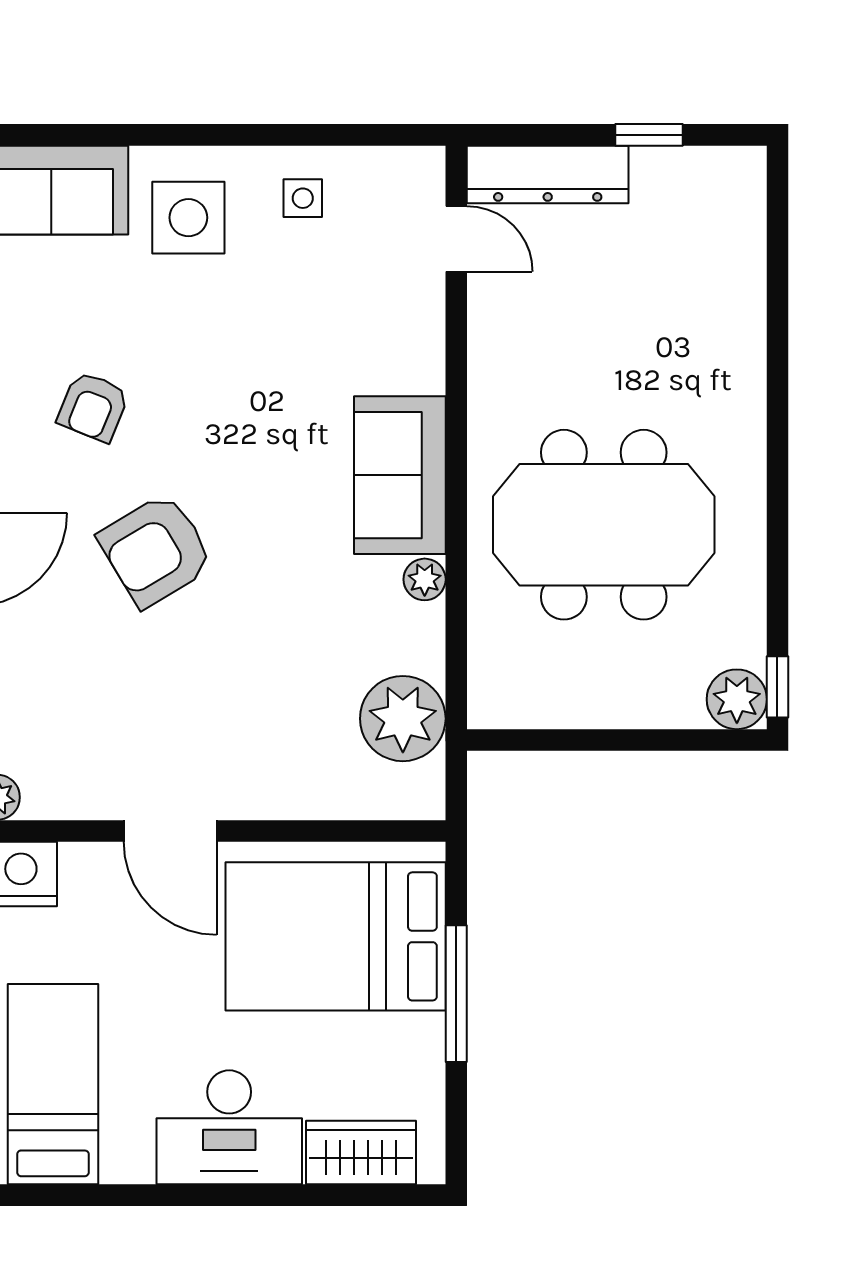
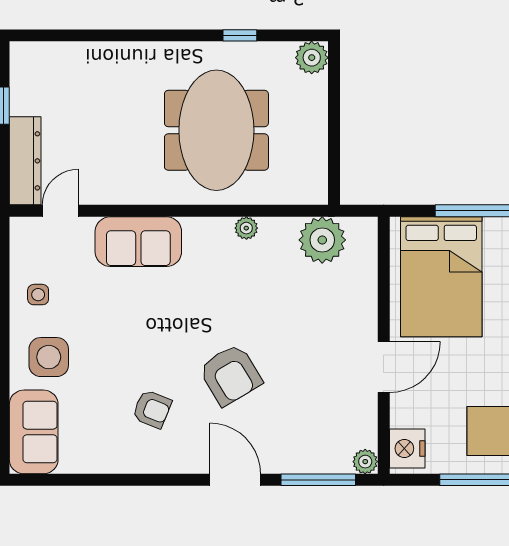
sofa: (400, 475) -> (138, 242), moved
window: (777, 687) -> (240, 35), moved

